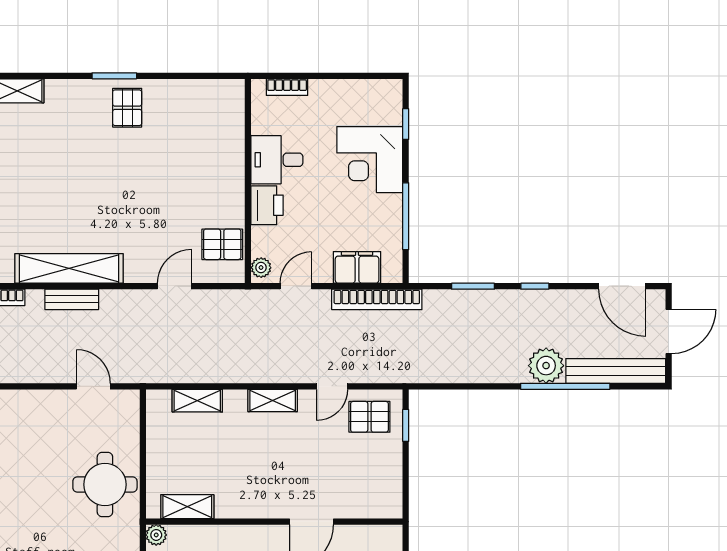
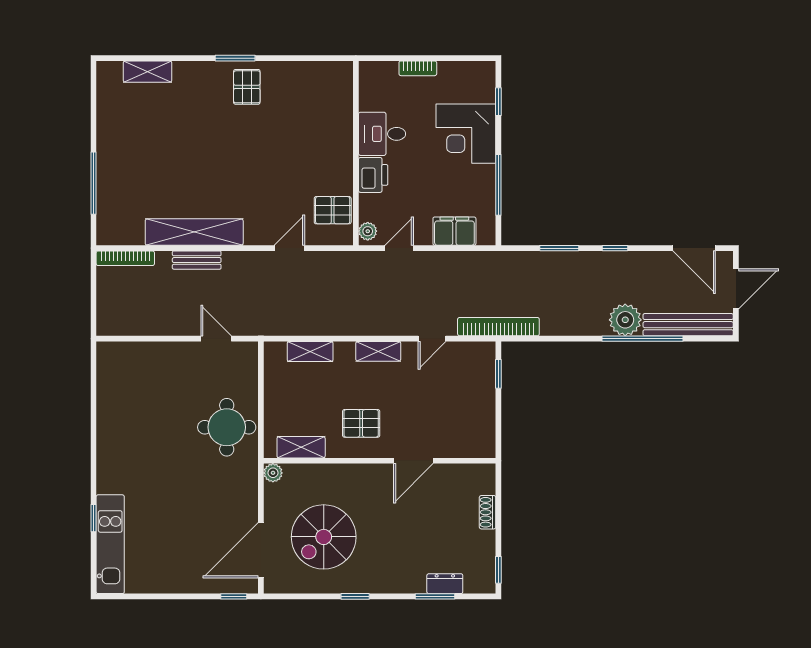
bookcase: (287, 87) -> (418, 68), moved
bookcase: (377, 299) -> (498, 327), moved, turned 180
pallet: (369, 417) -> (361, 423), moved

